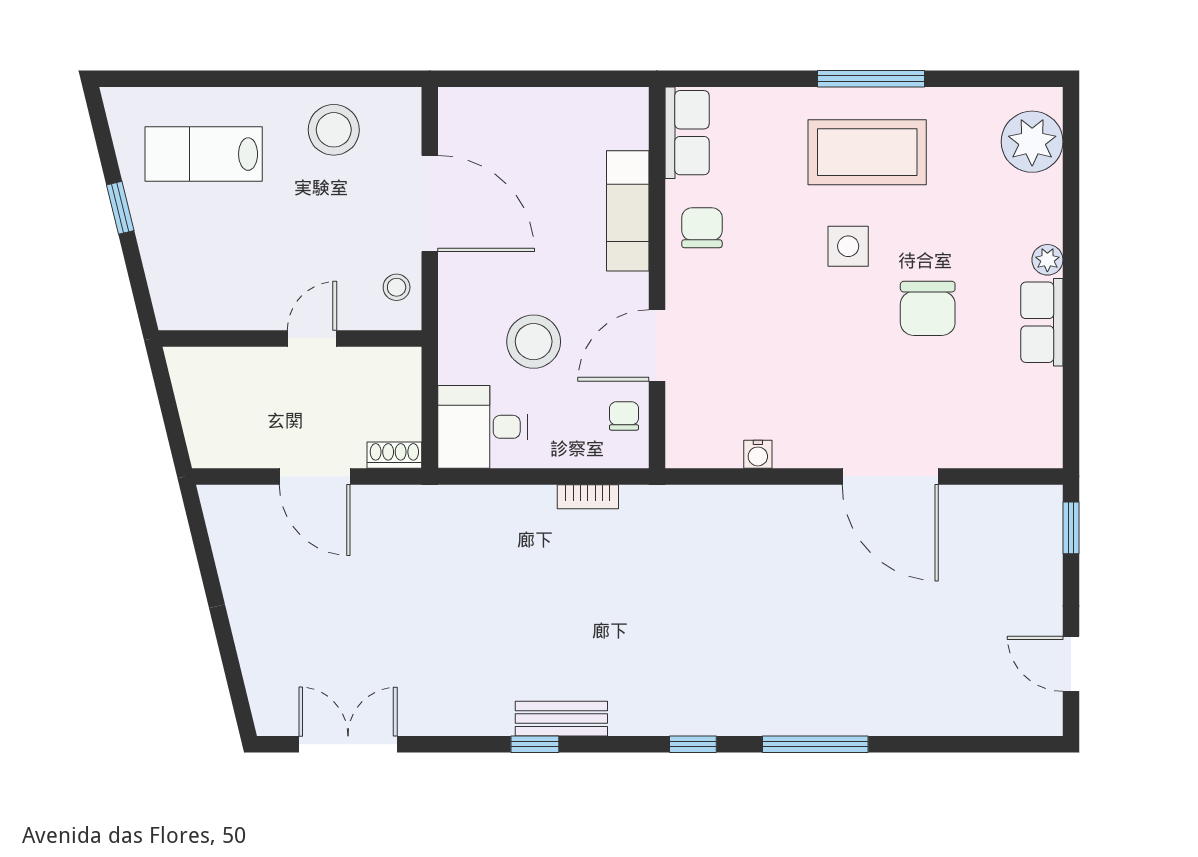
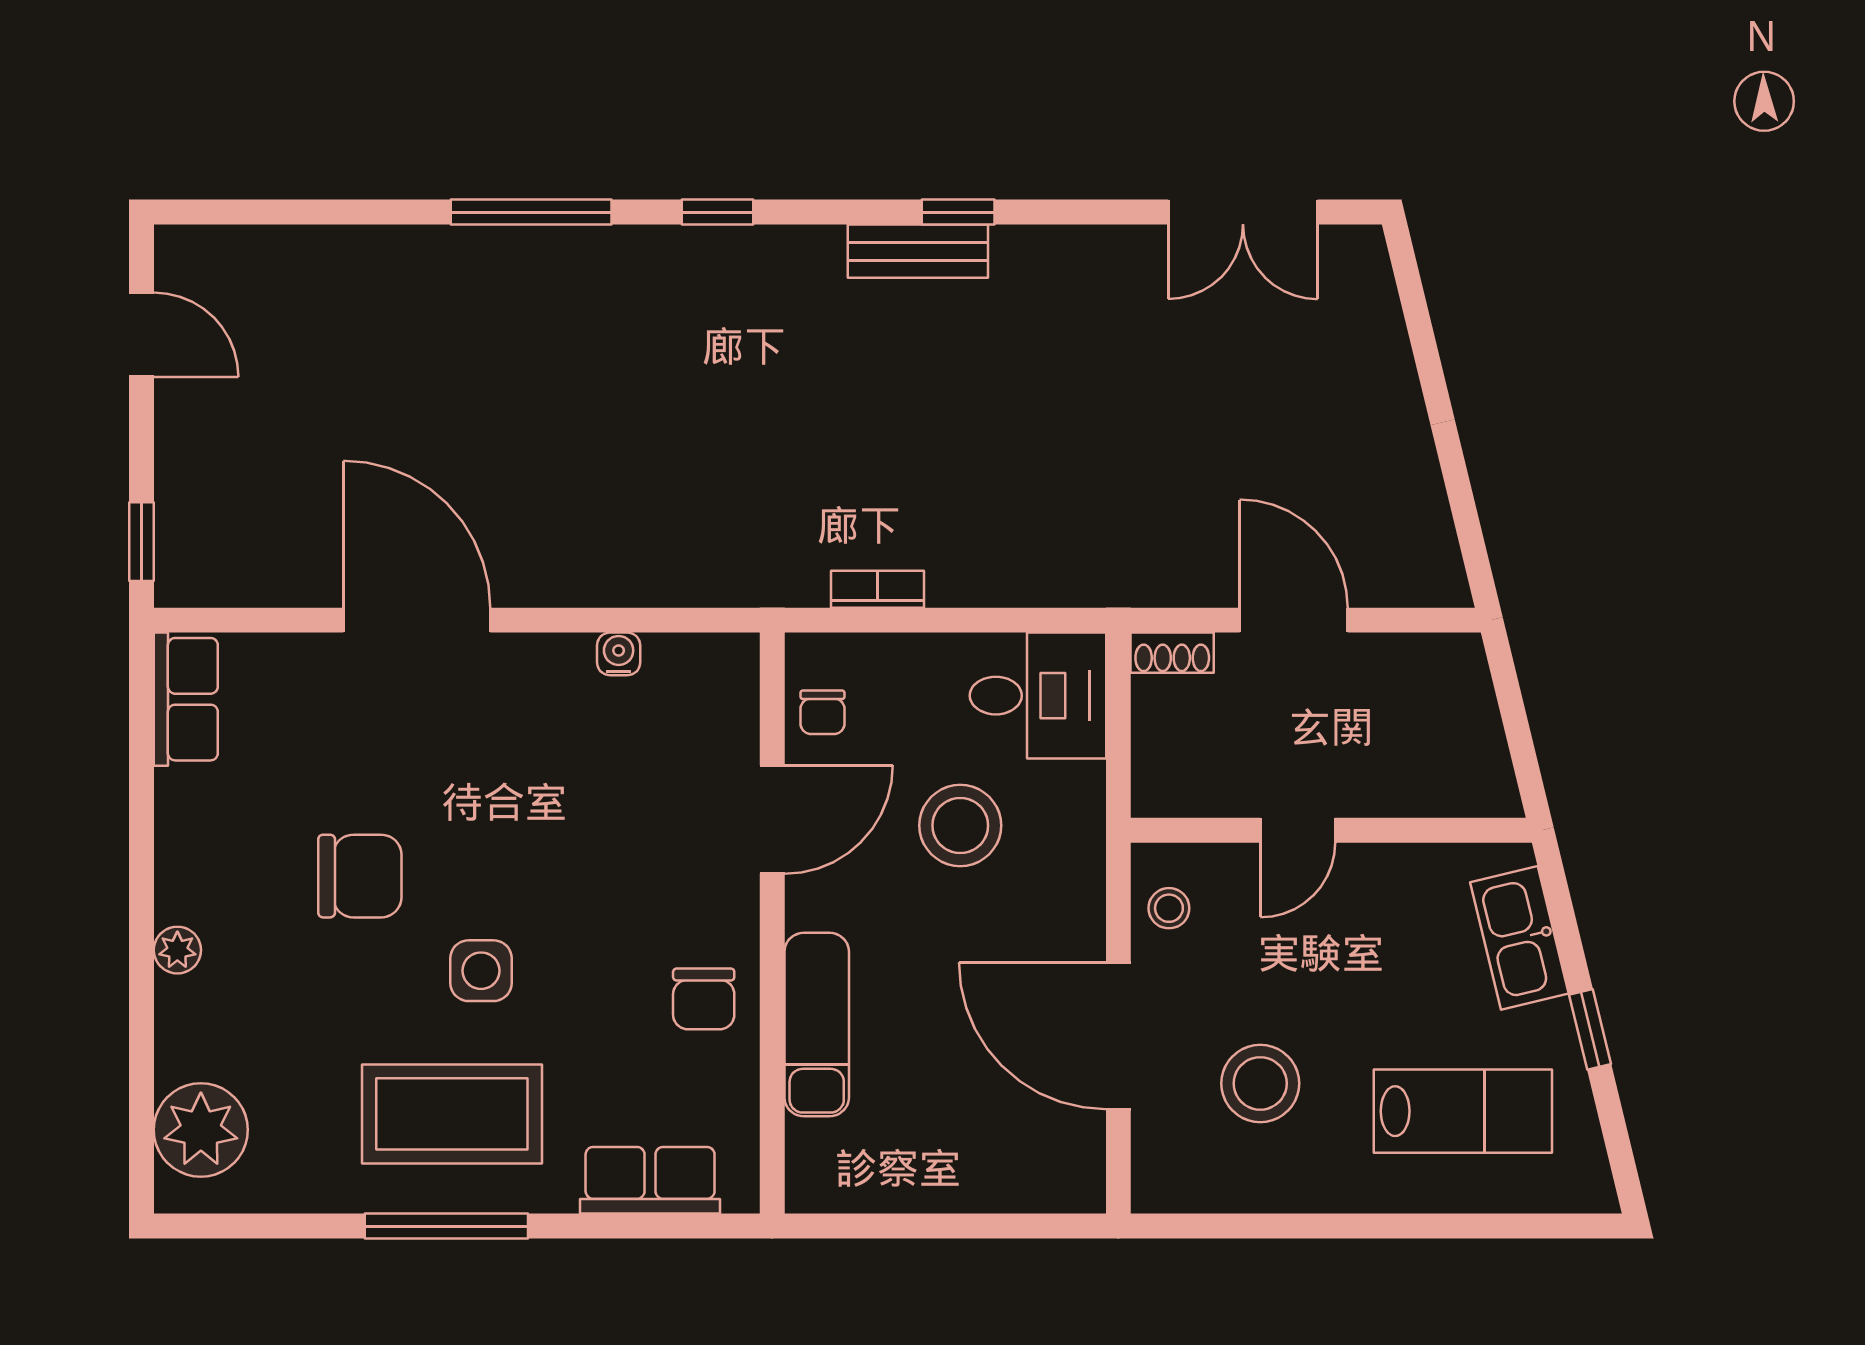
stool: (334, 130) -> (1260, 1083), moved
row of seats: (687, 133) -> (650, 1180), moved, turned 90
kitchen sink: (167, 268) -> (1519, 938), added
chair: (928, 308) -> (360, 876), turned 90
row of seats: (1042, 322) -> (186, 699), moved

